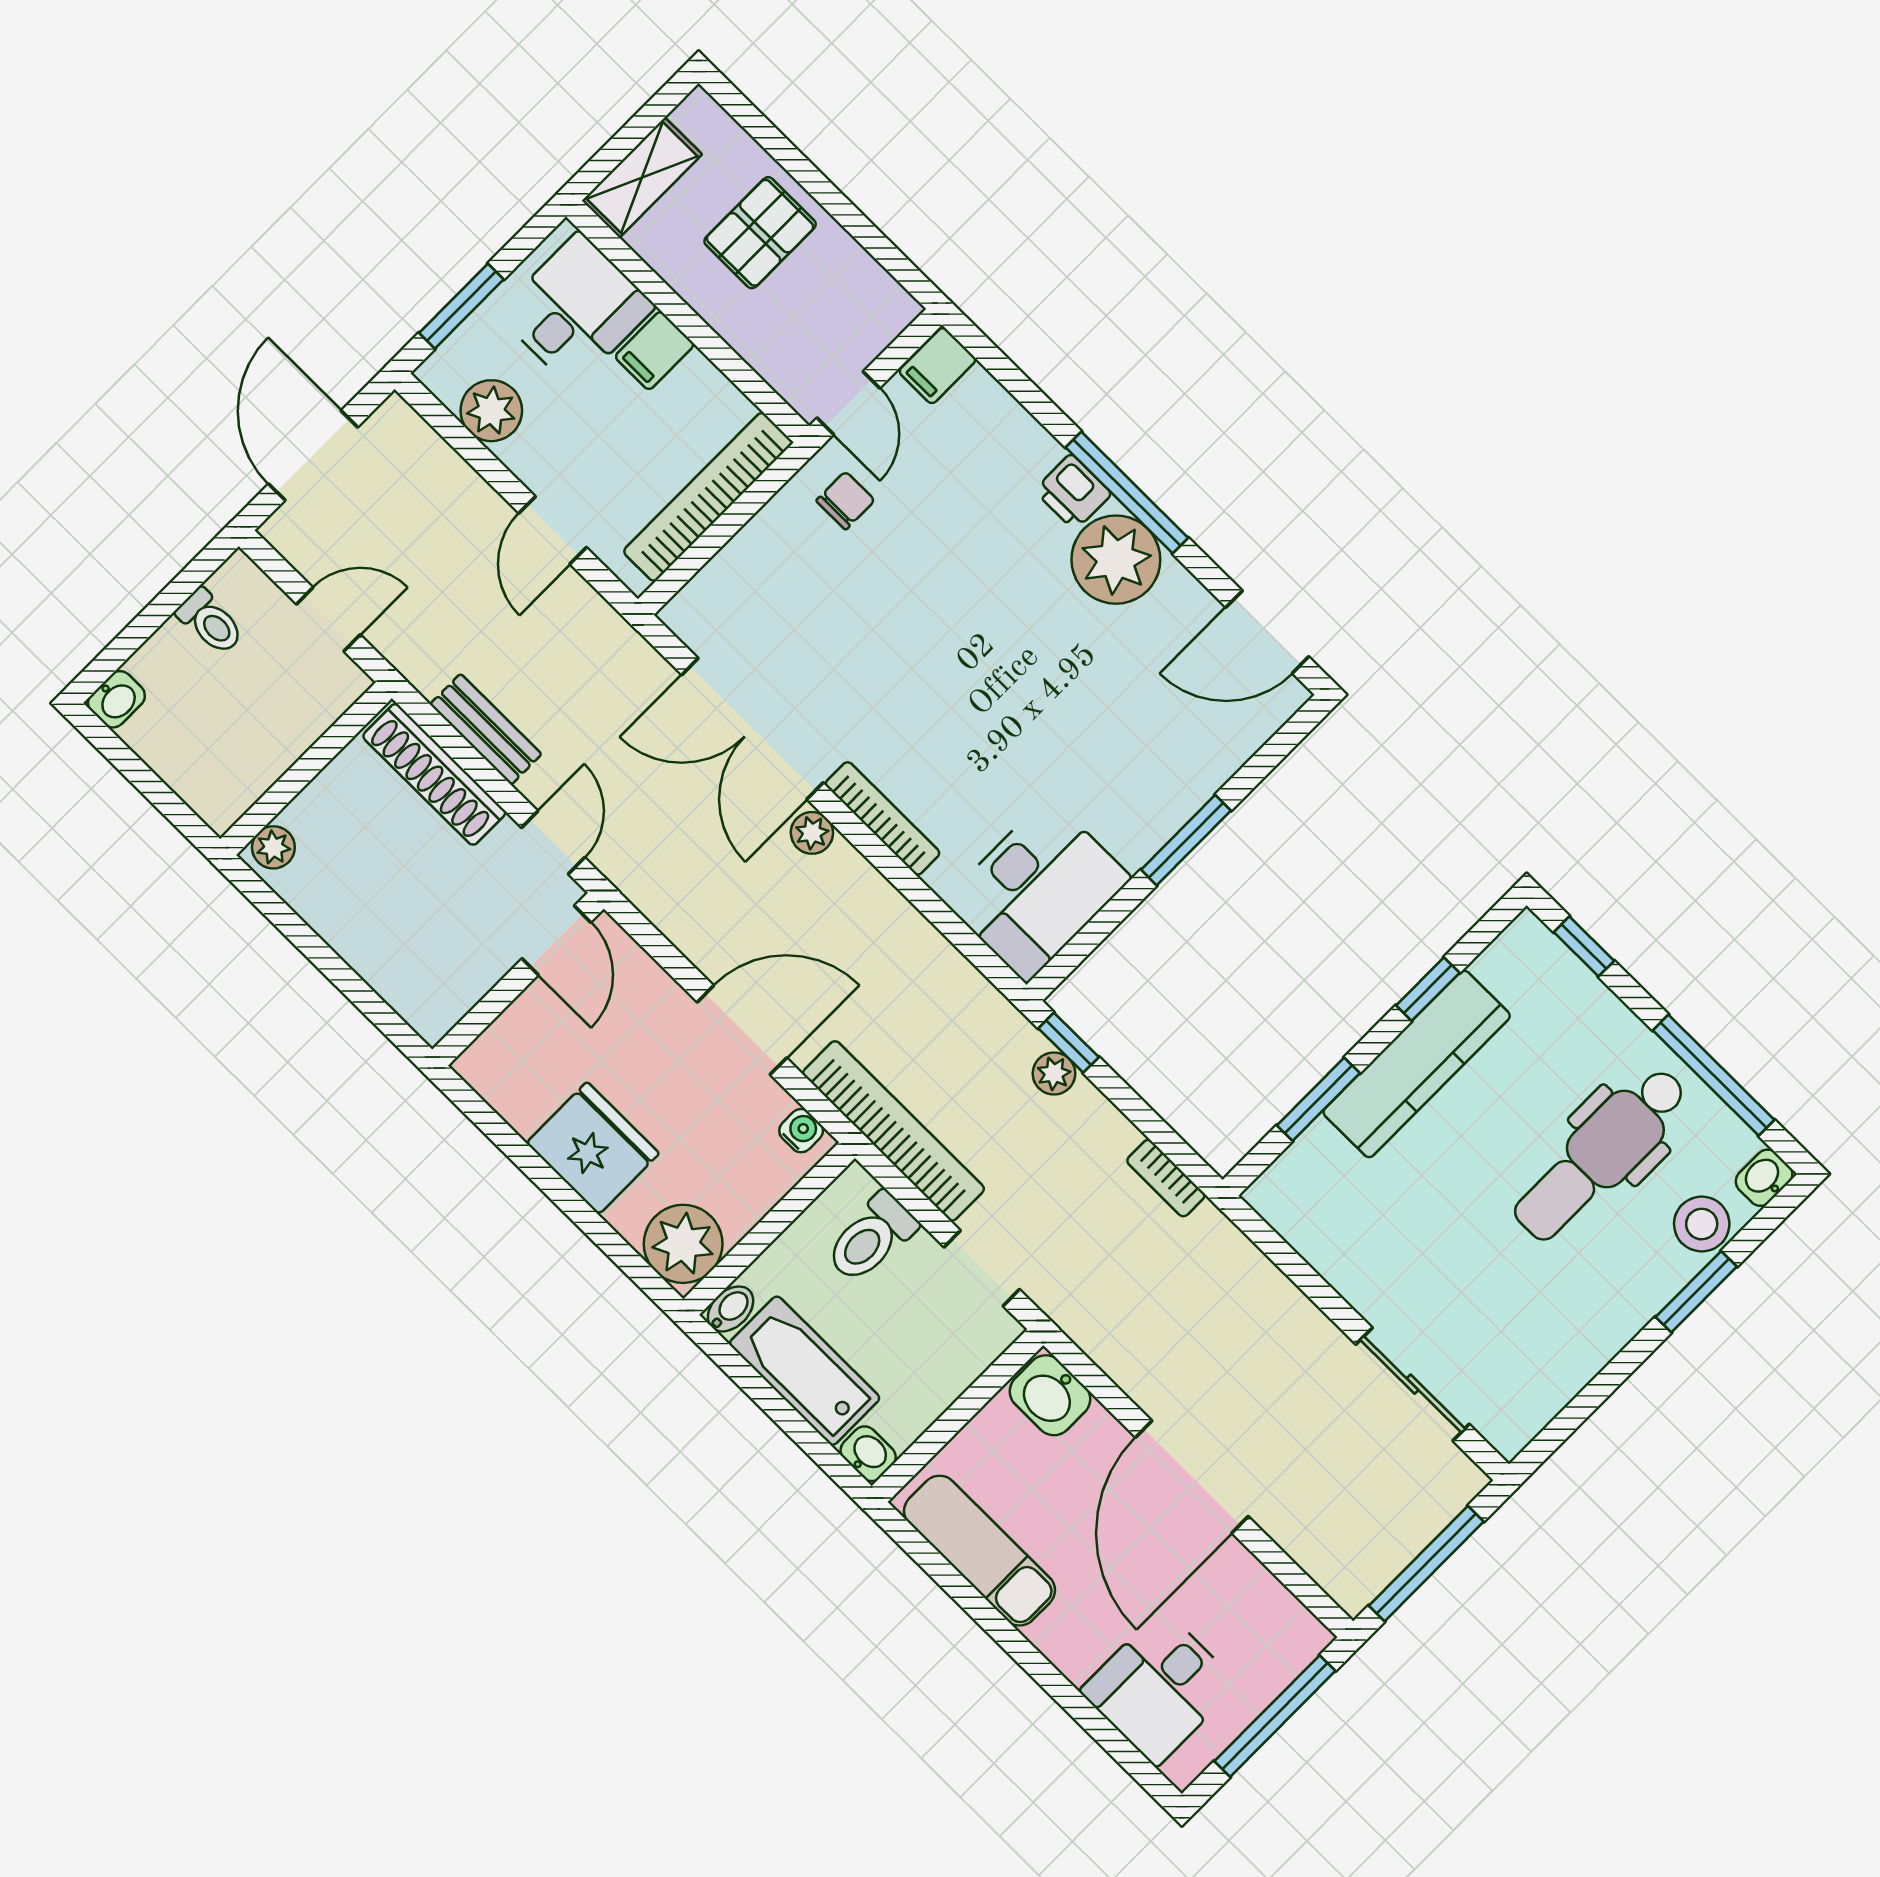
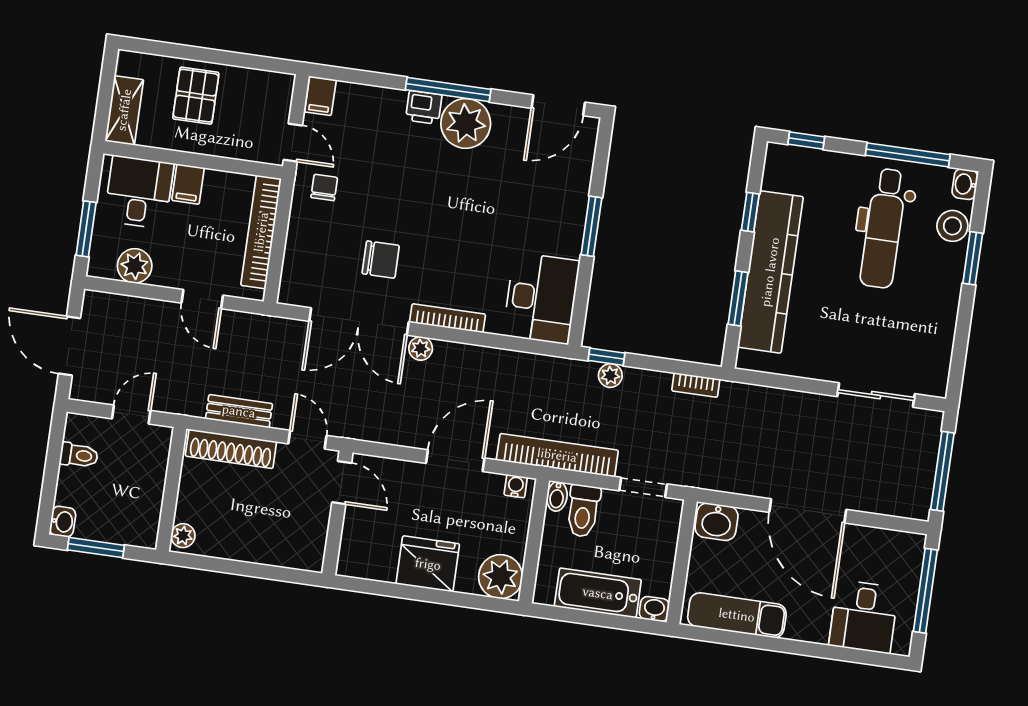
chair: (850, 663) -> (381, 260), added
window: (136, 772) -> (96, 548), added
kitchen counter: (1417, 1064) -> (770, 272), width x1.39, depth x1.17
bidet: (731, 1309) -> (557, 496), moved, turned 180

